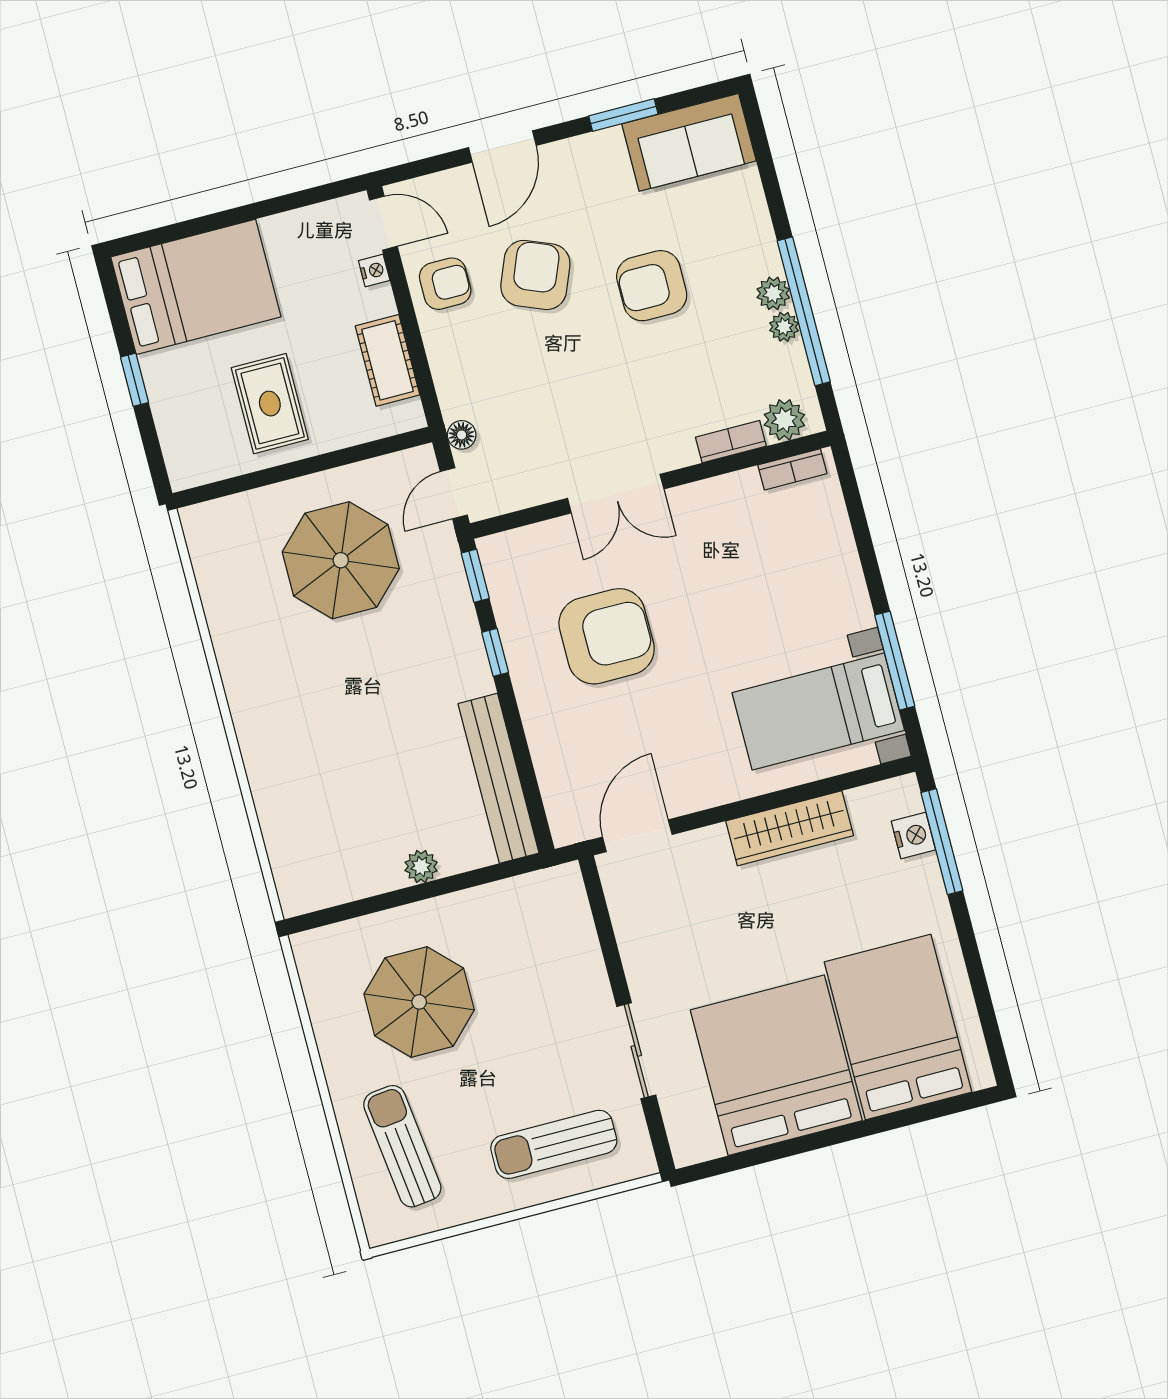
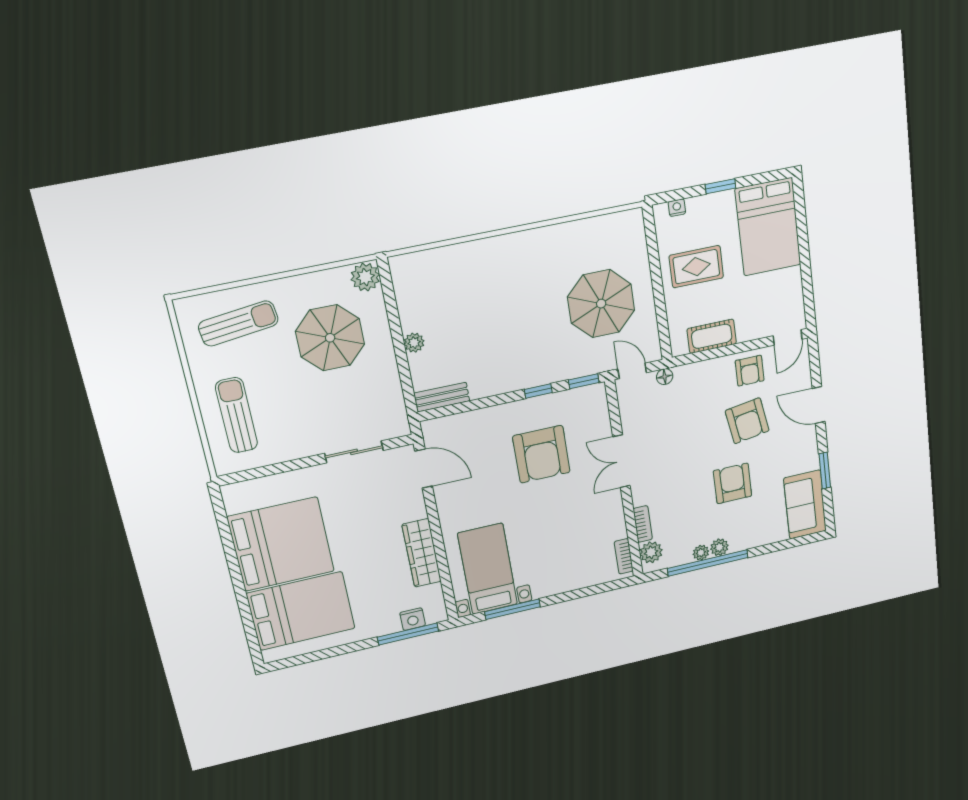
nightstand: (374, 271) -> (677, 208), moved, turned 180
armchair: (535, 275) -> (747, 421), turned 59
bench: (498, 778) -> (442, 397), width x0.54, depth x0.82
plant: (317, 951) -> (365, 277), added
sliding door: (636, 1051) -> (354, 452), moved

